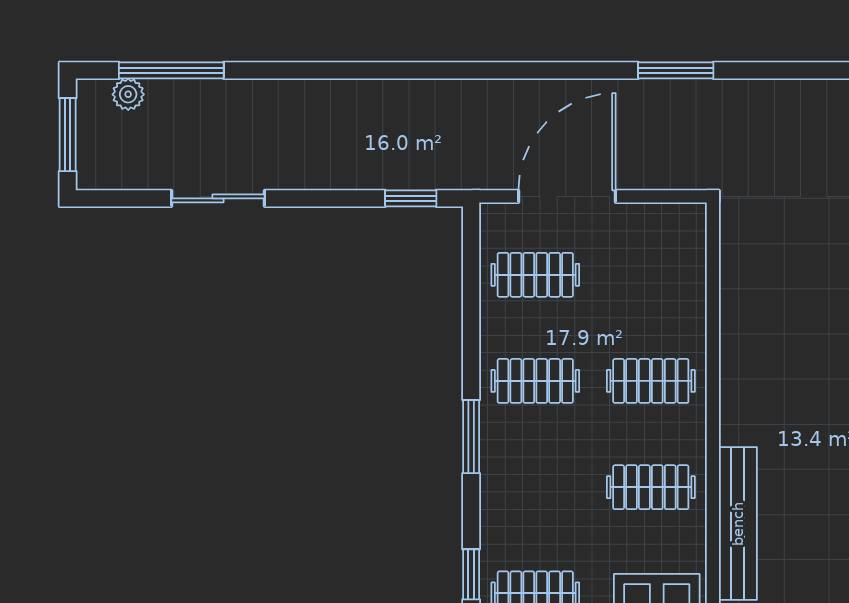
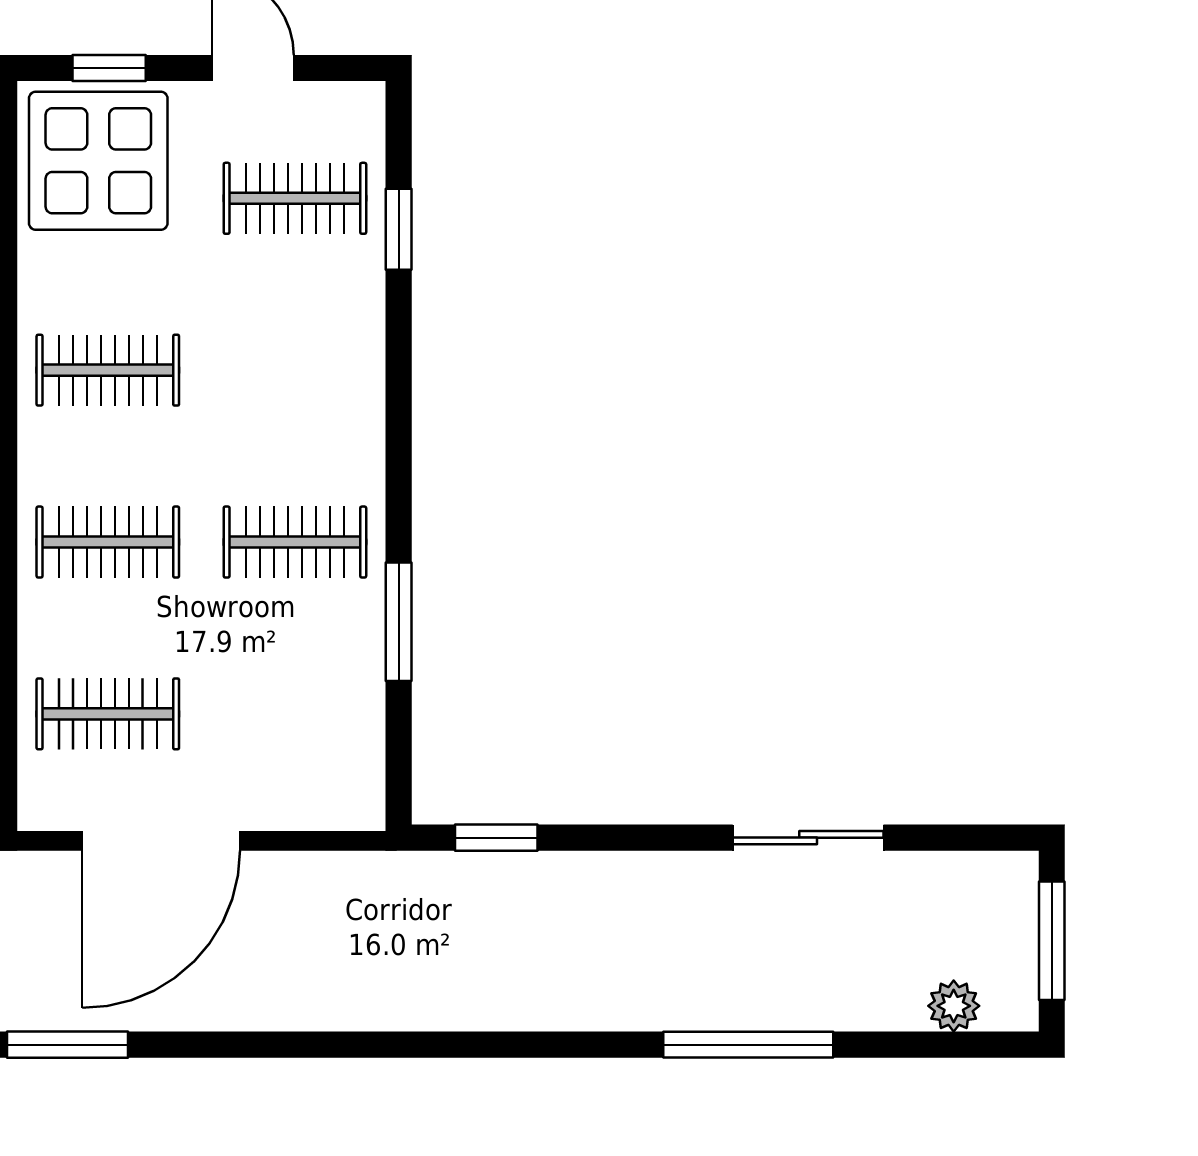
window: (171, 70) -> (748, 1045), moved
door: (567, 196) -> (161, 841), moved
clothes rail: (535, 275) -> (108, 714), moved
window: (471, 437) -> (399, 622), moved

